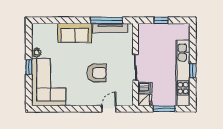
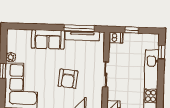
window: (193, 71) -> (162, 52), moved
armchair: (97, 73) -> (68, 79), turned 95
dishwasher: (145, 88) -> (116, 38), moved

